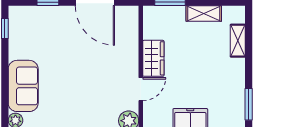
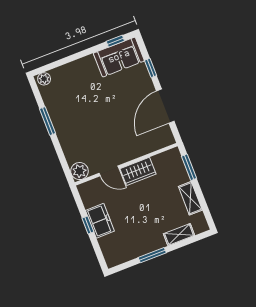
sofa: (23, 86) -> (119, 57), moved
window: (249, 104) -> (152, 255), moved

